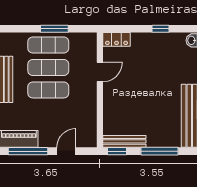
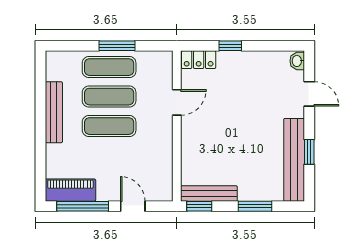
window: (161, 29) -> (230, 46), moved
door: (66, 151) -> (133, 206), hinge flipped
window: (160, 151) -> (255, 206), width x0.69

